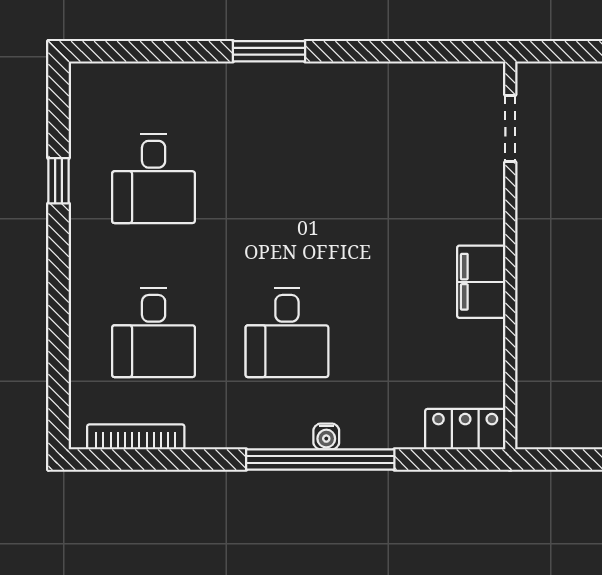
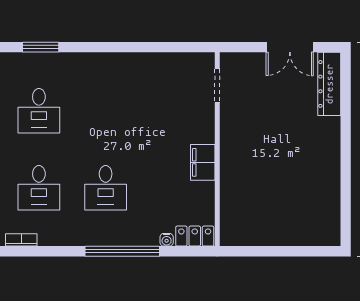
window: (269, 51) -> (41, 47), moved
water cooler: (326, 436) -> (167, 240), moved
bookcase: (136, 437) -> (21, 240), width x0.64

